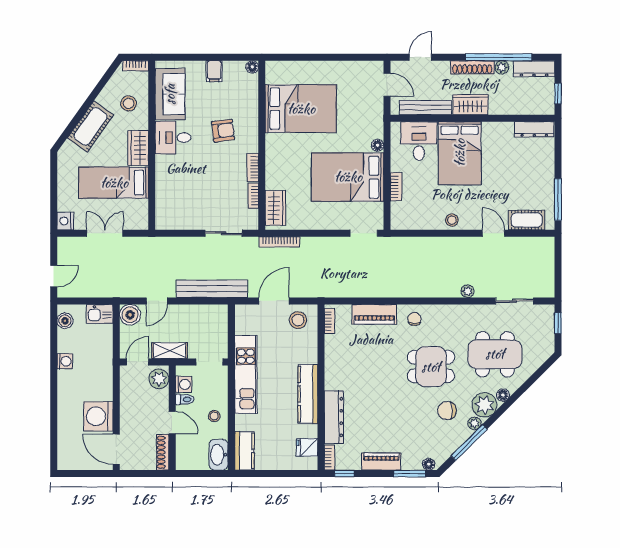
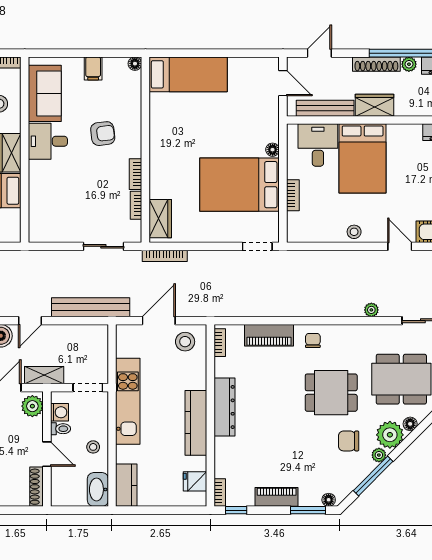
bed: (301, 109) -> (188, 74), moved, width x0.67
dresser: (334, 417) -> (225, 407), moved

